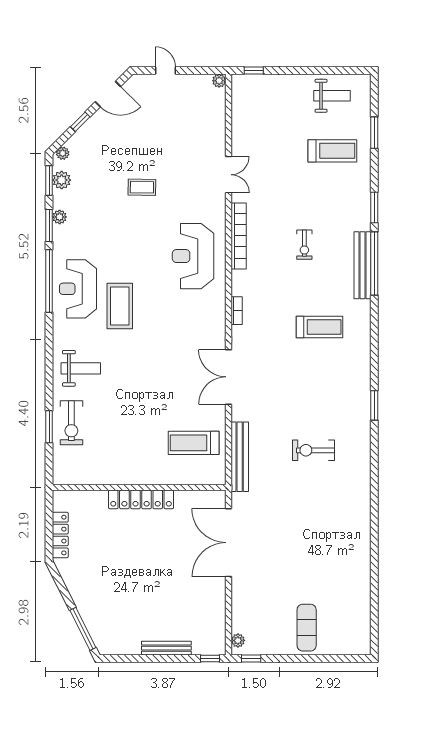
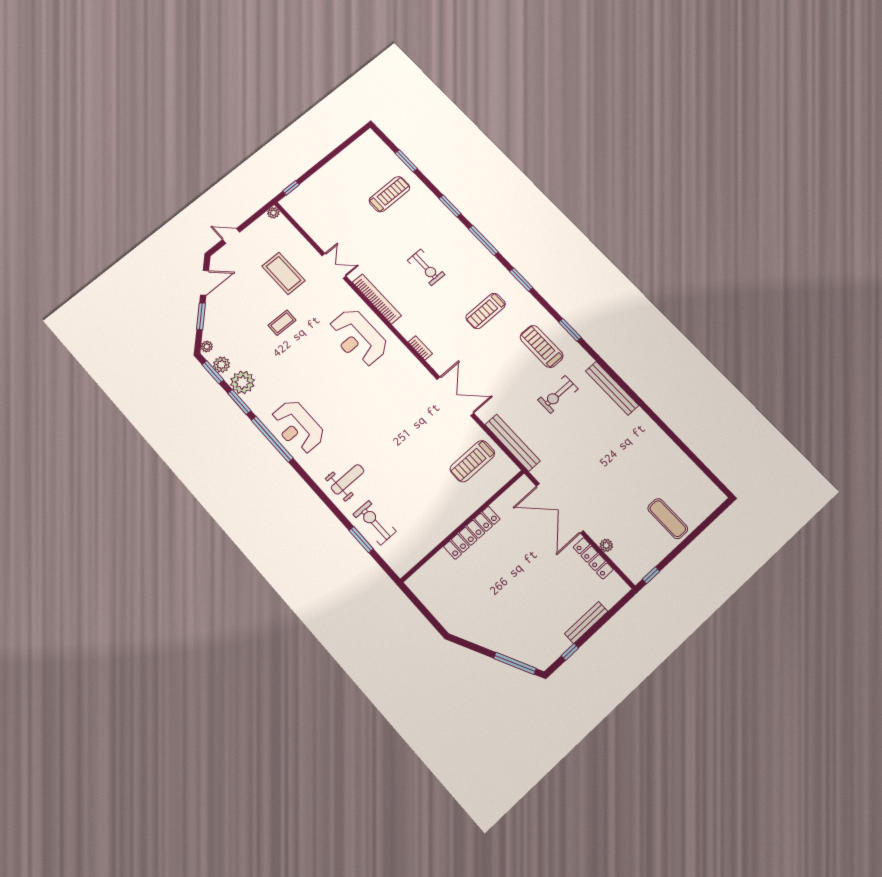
weight bench: (332, 96) -> (357, 161), removed
window: (80, 122) -> (201, 316), width x1.50
plant: (60, 217) -> (242, 382), width x1.88, depth x1.88
exercise bike: (304, 245) -> (426, 267), width x1.38, depth x1.39
window: (374, 263) -> (483, 240), width x0.68
bench: (362, 265) -> (612, 388), moved
coffee table: (120, 306) -> (283, 273), moved
window: (374, 326) -> (521, 280), added
treadmill: (319, 327) -> (486, 311), turned 180
double door: (228, 377) -> (455, 396), swing flipped
treadmill: (338, 399) -> (542, 346), added
exercise bike: (71, 423) -> (375, 523), turned 180
locker: (60, 535) -> (593, 558), moved, turned 180
plant: (238, 640) -> (606, 545), moved
window: (210, 658) -> (570, 652), moved

